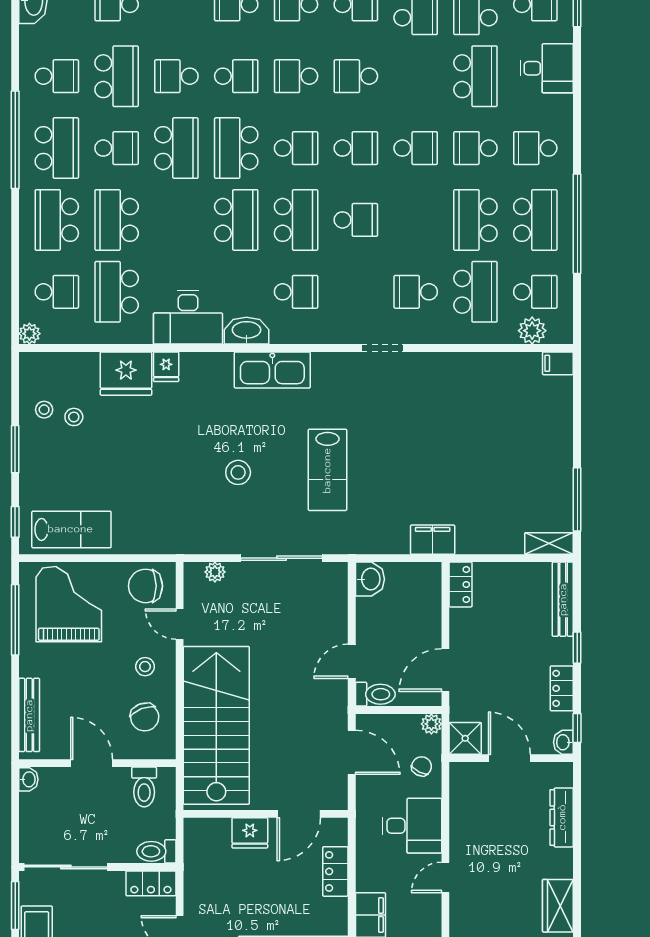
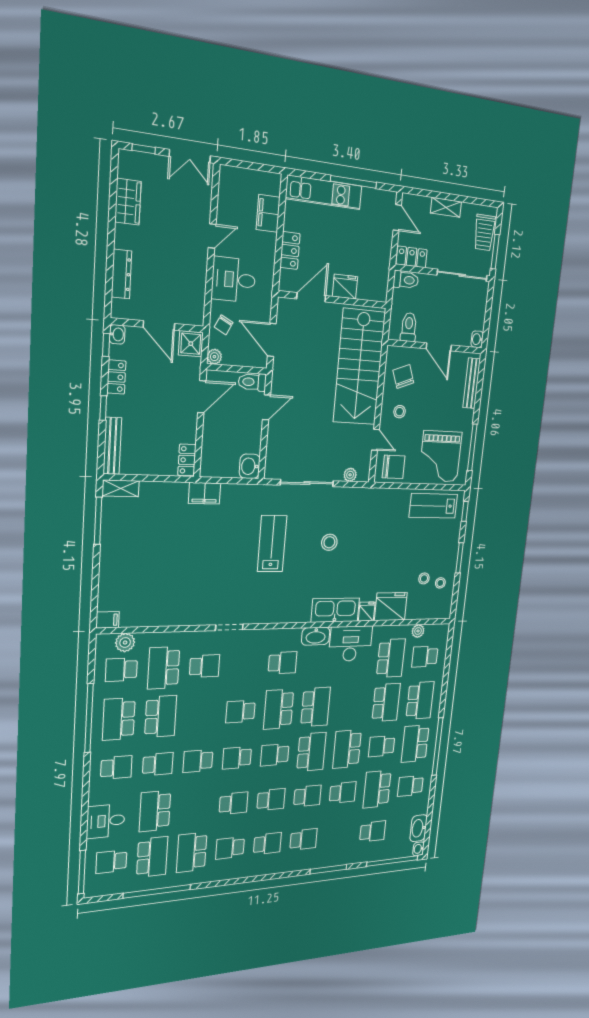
school desk: (236, 76) -> (307, 796), turned 180
school desk: (236, 220) -> (316, 707), turned 180
school desk: (296, 292) -> (282, 663), turned 180
plant: (29, 334) -> (418, 631), moved
kitchen sink: (272, 370) -> (335, 610), moved

